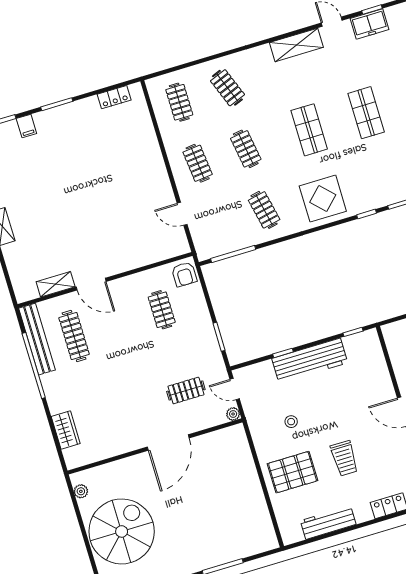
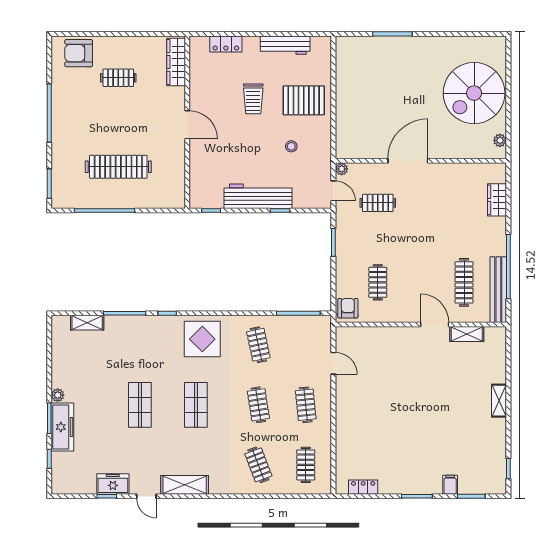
trolley: (344, 458) -> (253, 99), turned 180

